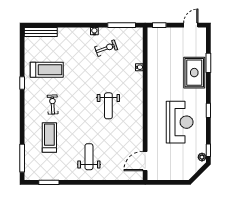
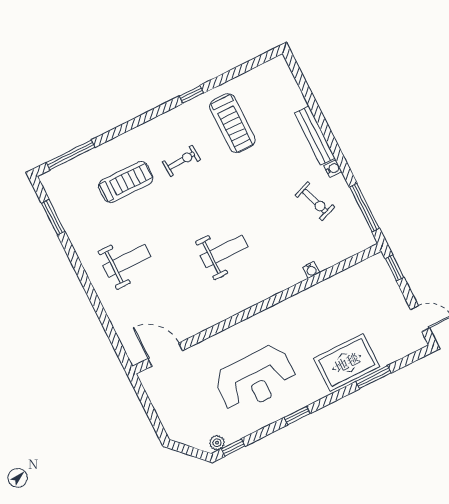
bench: (41, 32) -> (315, 136), moved
weight bench: (108, 106) -> (224, 251), turned 180

